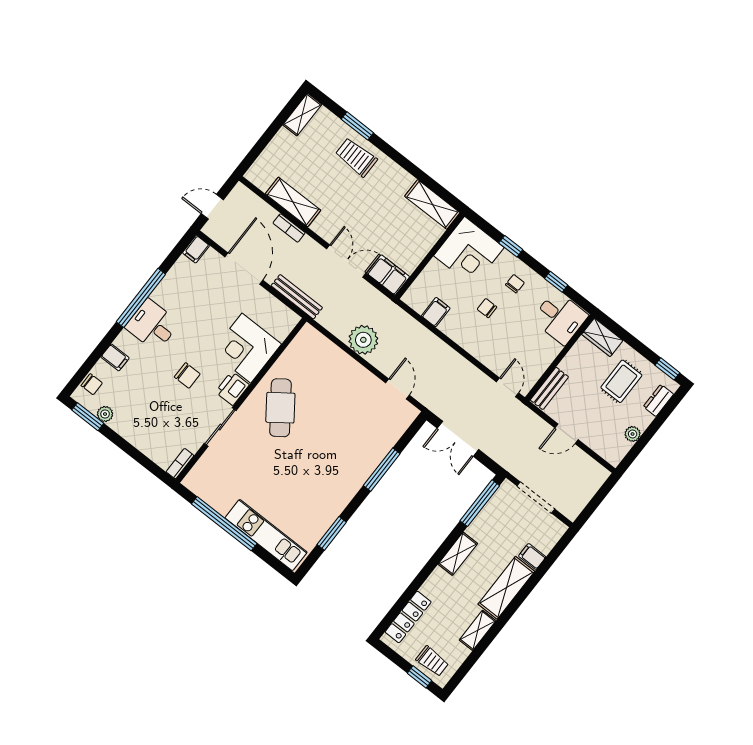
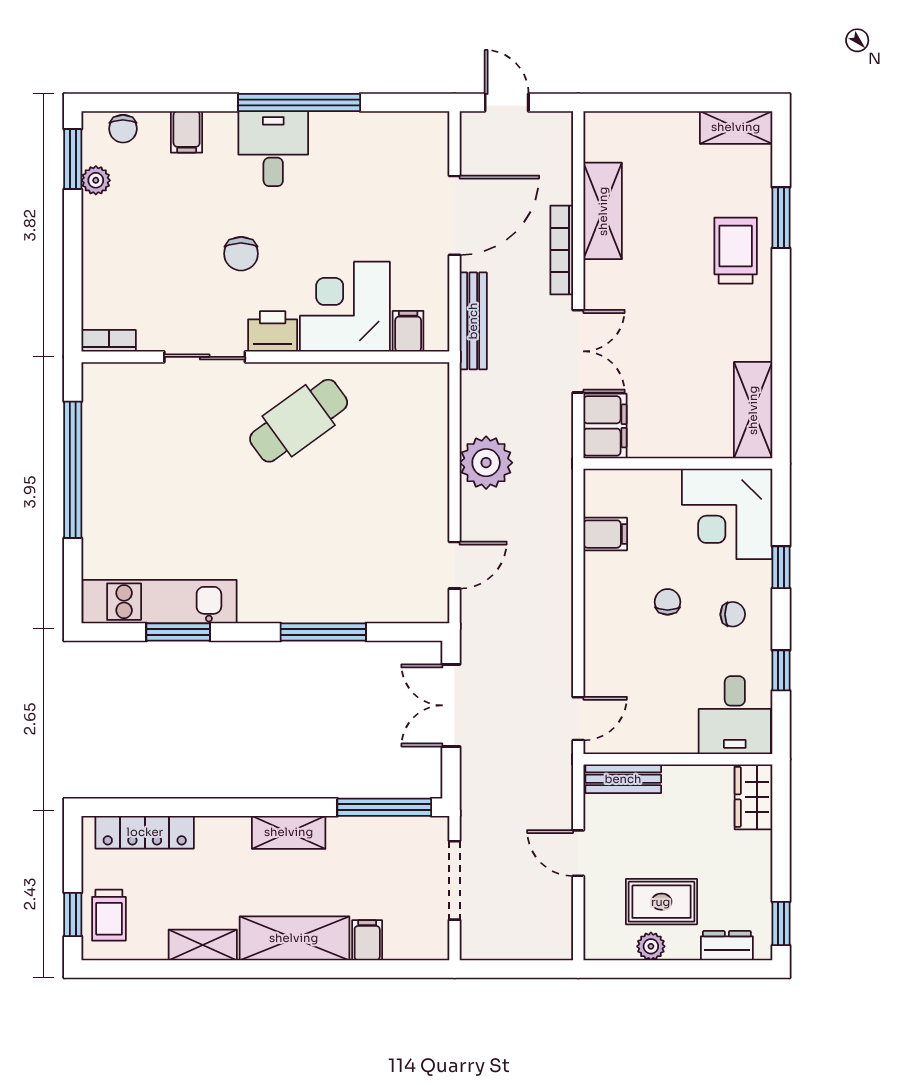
bookcase: (289, 228) -> (562, 250), width x1.56
filing cabinet: (196, 249) -> (408, 331), moved, turned 90
rug: (621, 381) -> (661, 902), moved
kitchen unit: (266, 535) -> (160, 602), moved, turned -90

